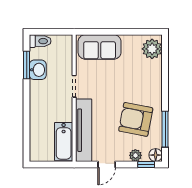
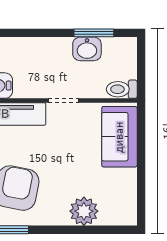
toilet: (40, 41) -> (122, 89), moved, turned 90
plant: (152, 49) -> (84, 211), moved

